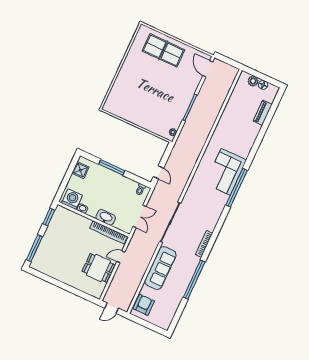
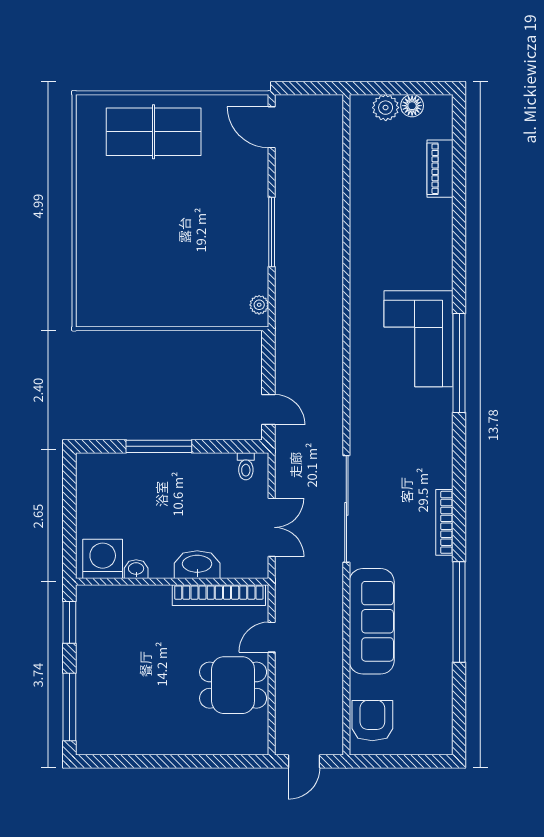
shower: (80, 170) -> (92, 485), removed

